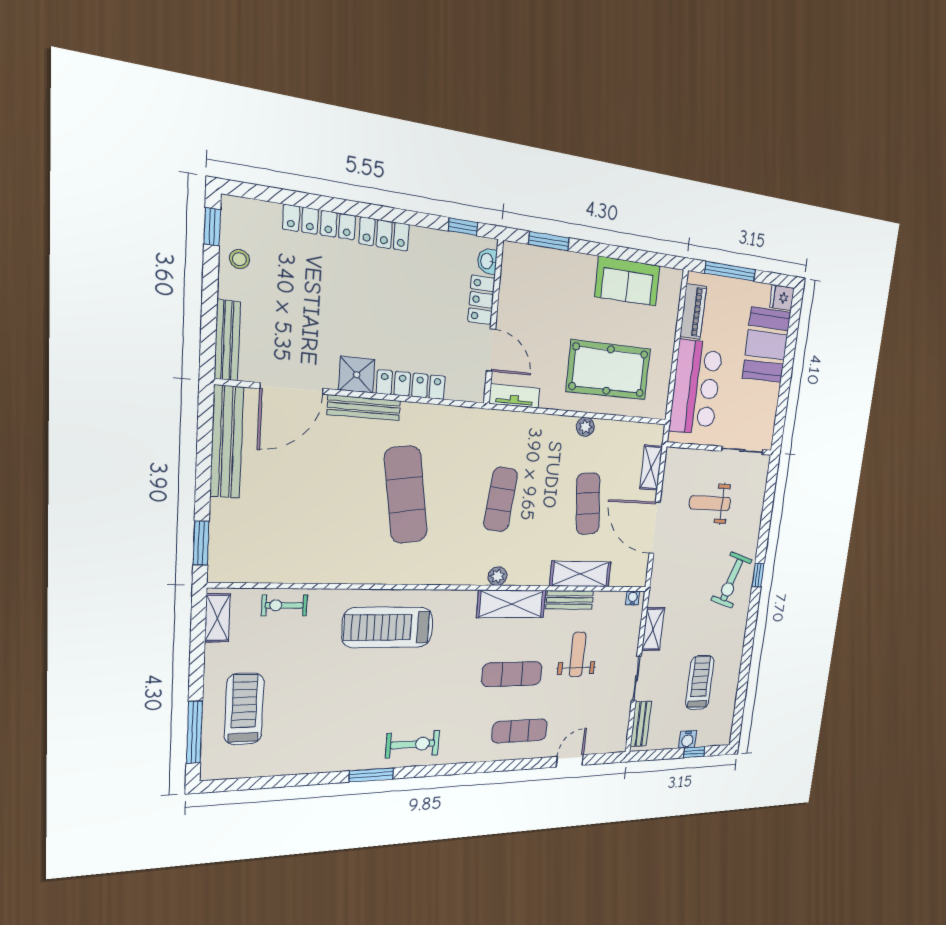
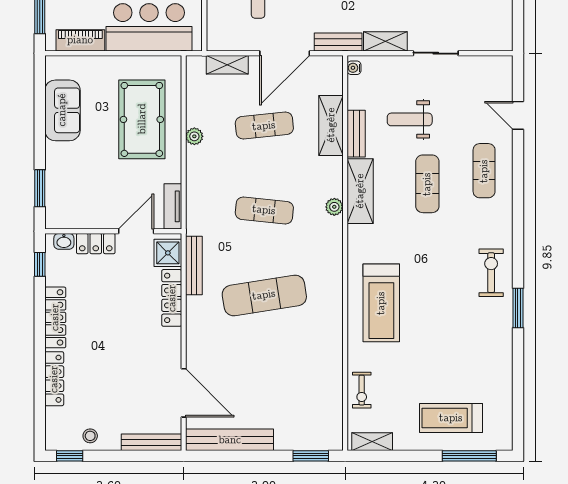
locker: (384, 234) -> (55, 317), width x1.53
shower: (357, 375) -> (168, 253), moved
bench: (364, 408) -> (194, 265), moved
bench: (641, 724) -> (338, 42), moved

